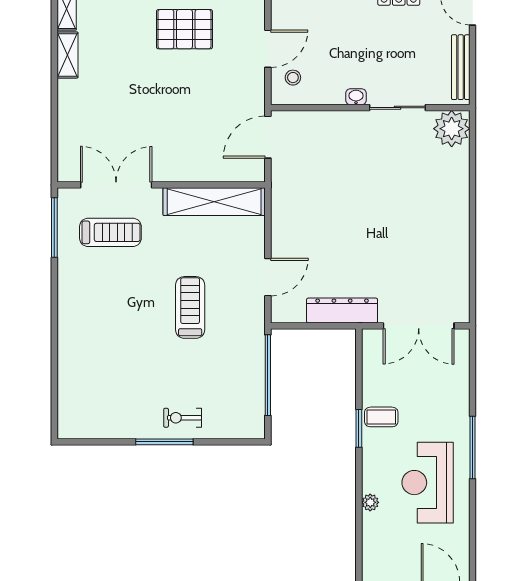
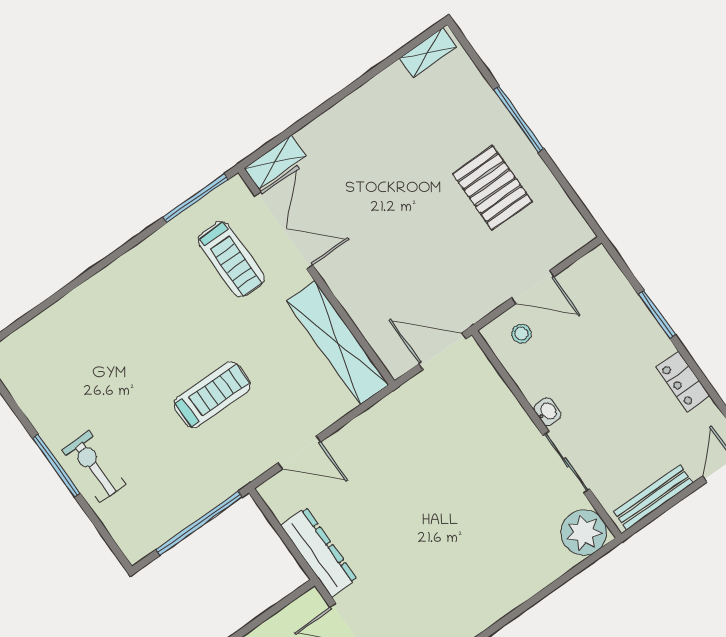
shelving: (67, 55) -> (275, 162), moved
exercise bike: (183, 418) -> (94, 467), width x1.38, depth x1.39

